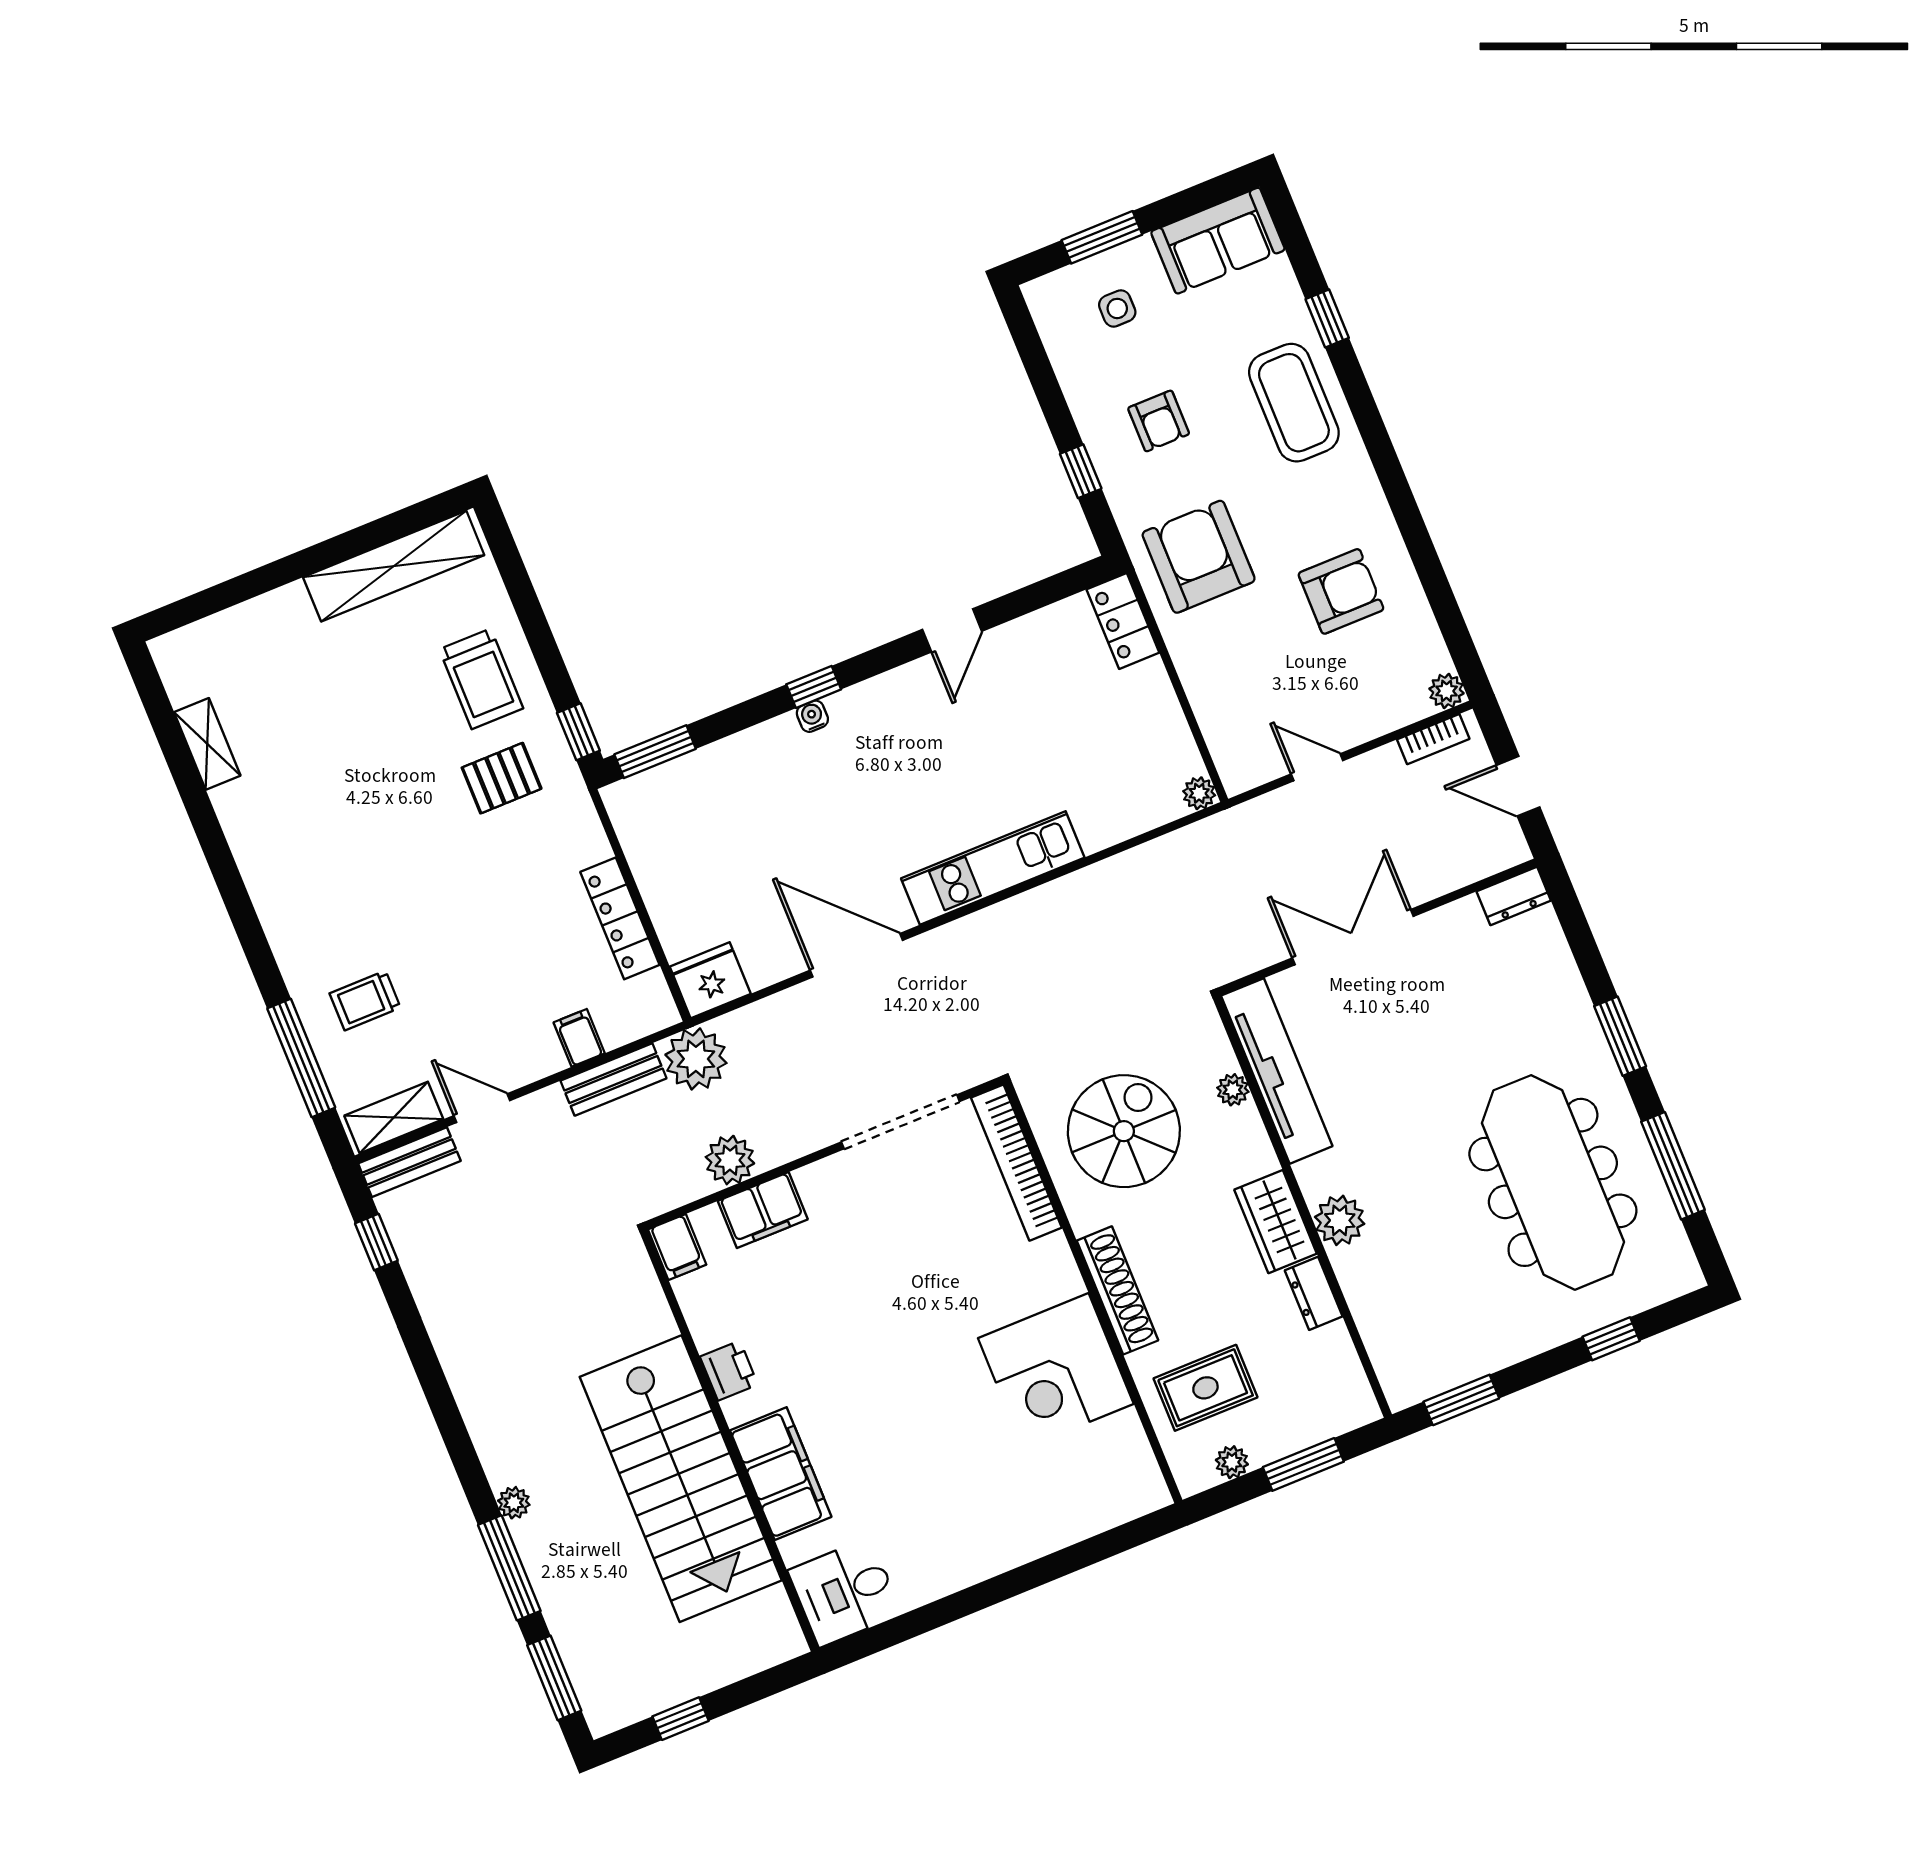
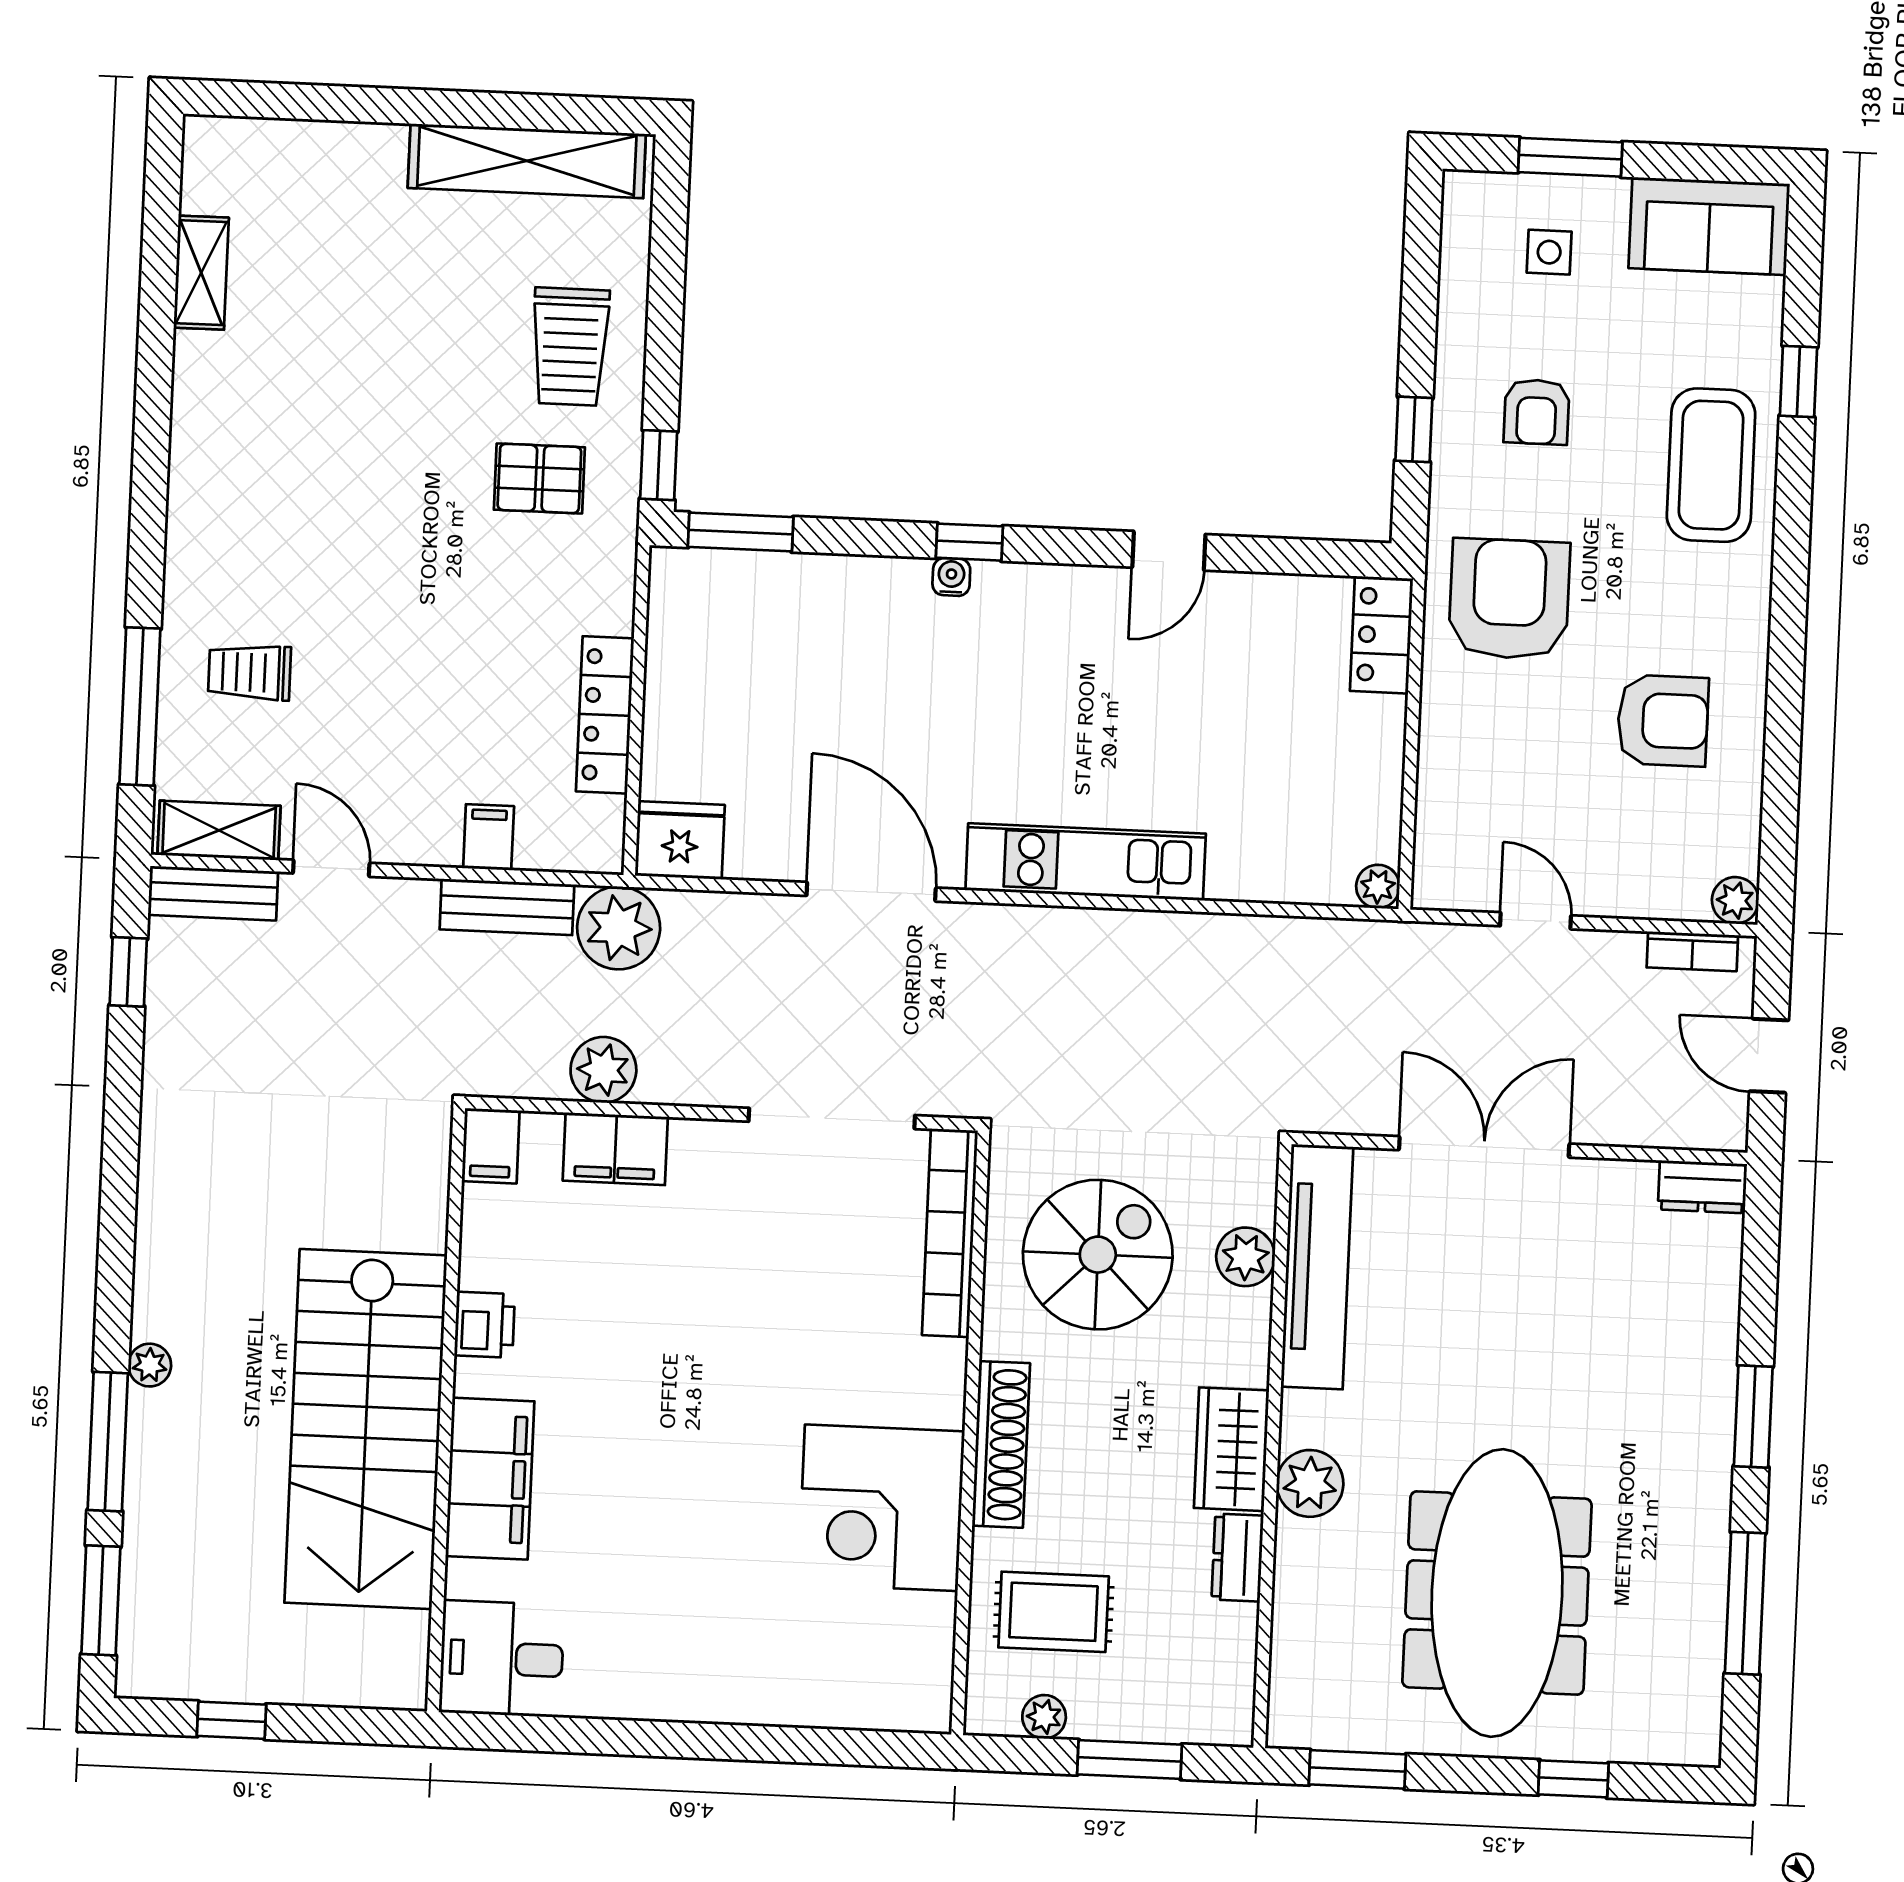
plant: (1233, 1090) -> (1246, 1257), width x1.38, depth x1.38
meeting table: (1553, 1182) -> (1497, 1593), moved

